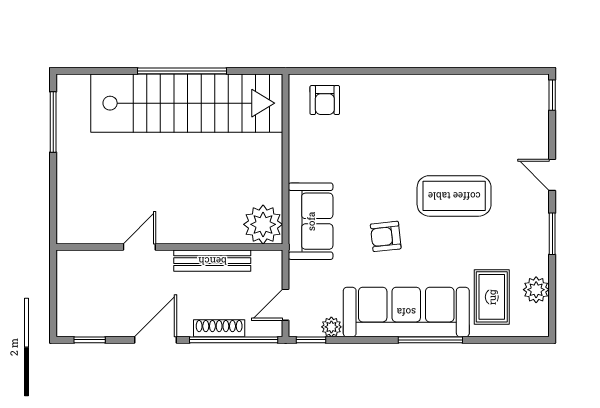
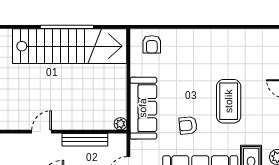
coffee table: (454, 196) -> (229, 101), turned 90
sofa: (311, 221) -> (143, 108), width x1.36
plant: (263, 224) -> (120, 124), width x0.53, depth x0.53

